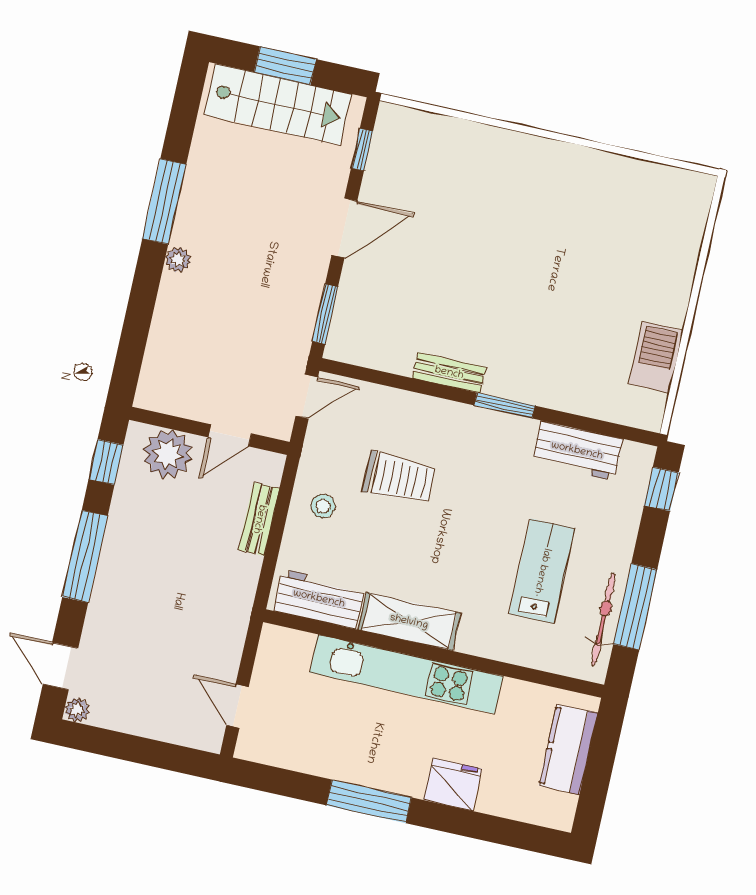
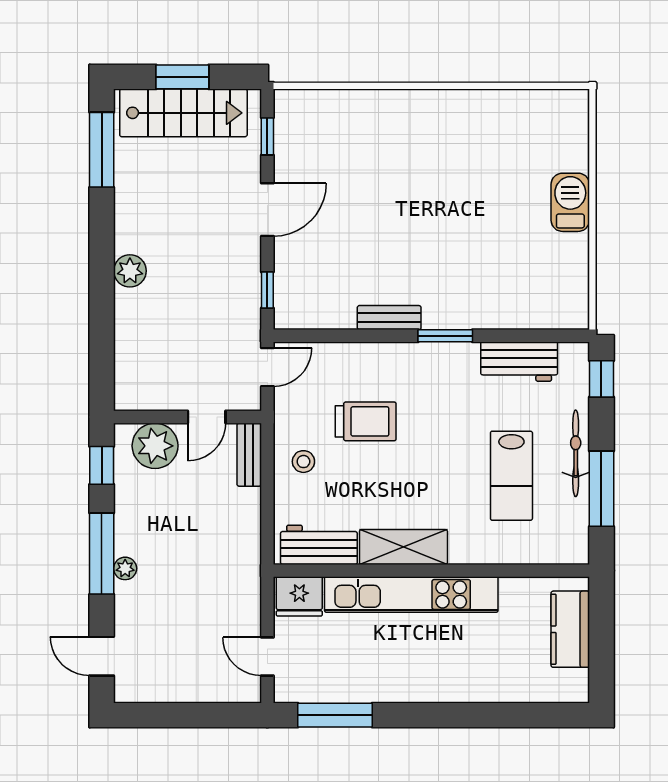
window: (164, 202) -> (102, 150), moved
plant: (178, 260) -> (130, 271), width x1.38, depth x1.38
window: (325, 314) -> (267, 290), width x0.67
barbecue: (656, 357) -> (570, 202), moved
bench: (259, 519) -> (249, 455), moved
lab bench: (542, 571) -> (511, 476), turned 180
bicycle: (603, 620) -> (576, 453), moved
plant: (77, 710) -> (125, 568), moved
fridge: (453, 784) -> (299, 596), moved, turned 180
window: (369, 801) -> (335, 715), moved

